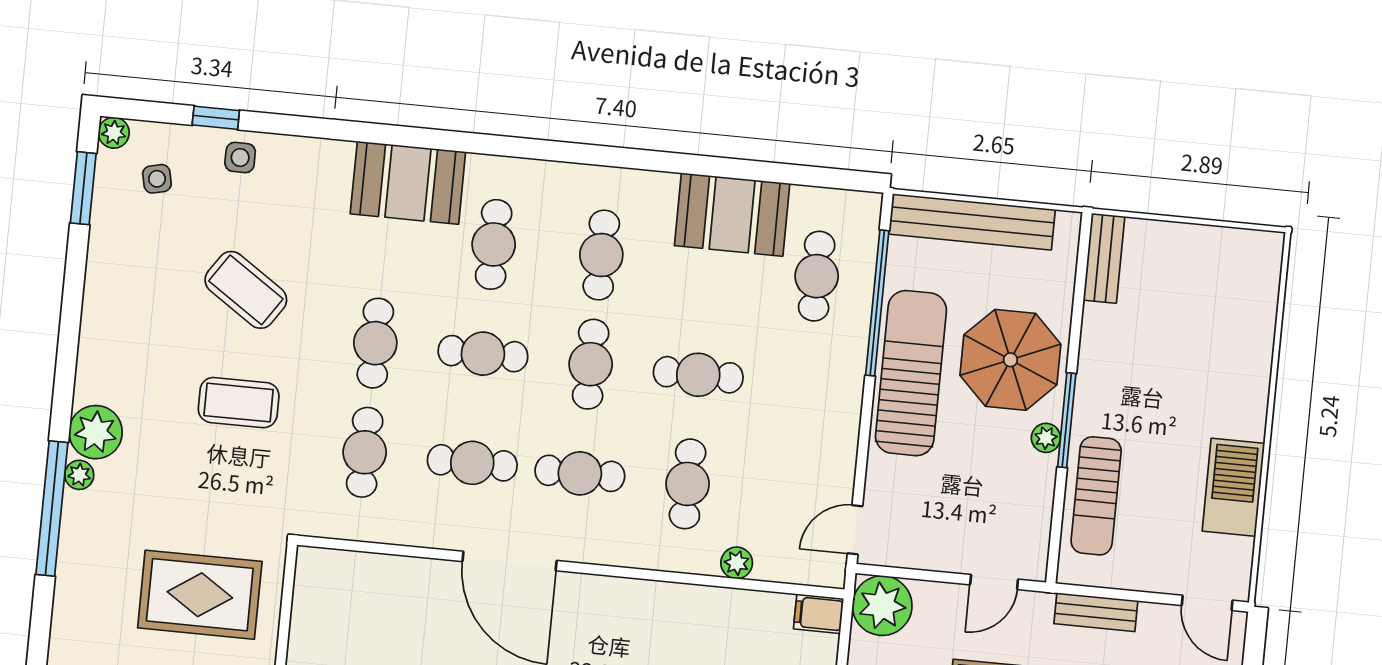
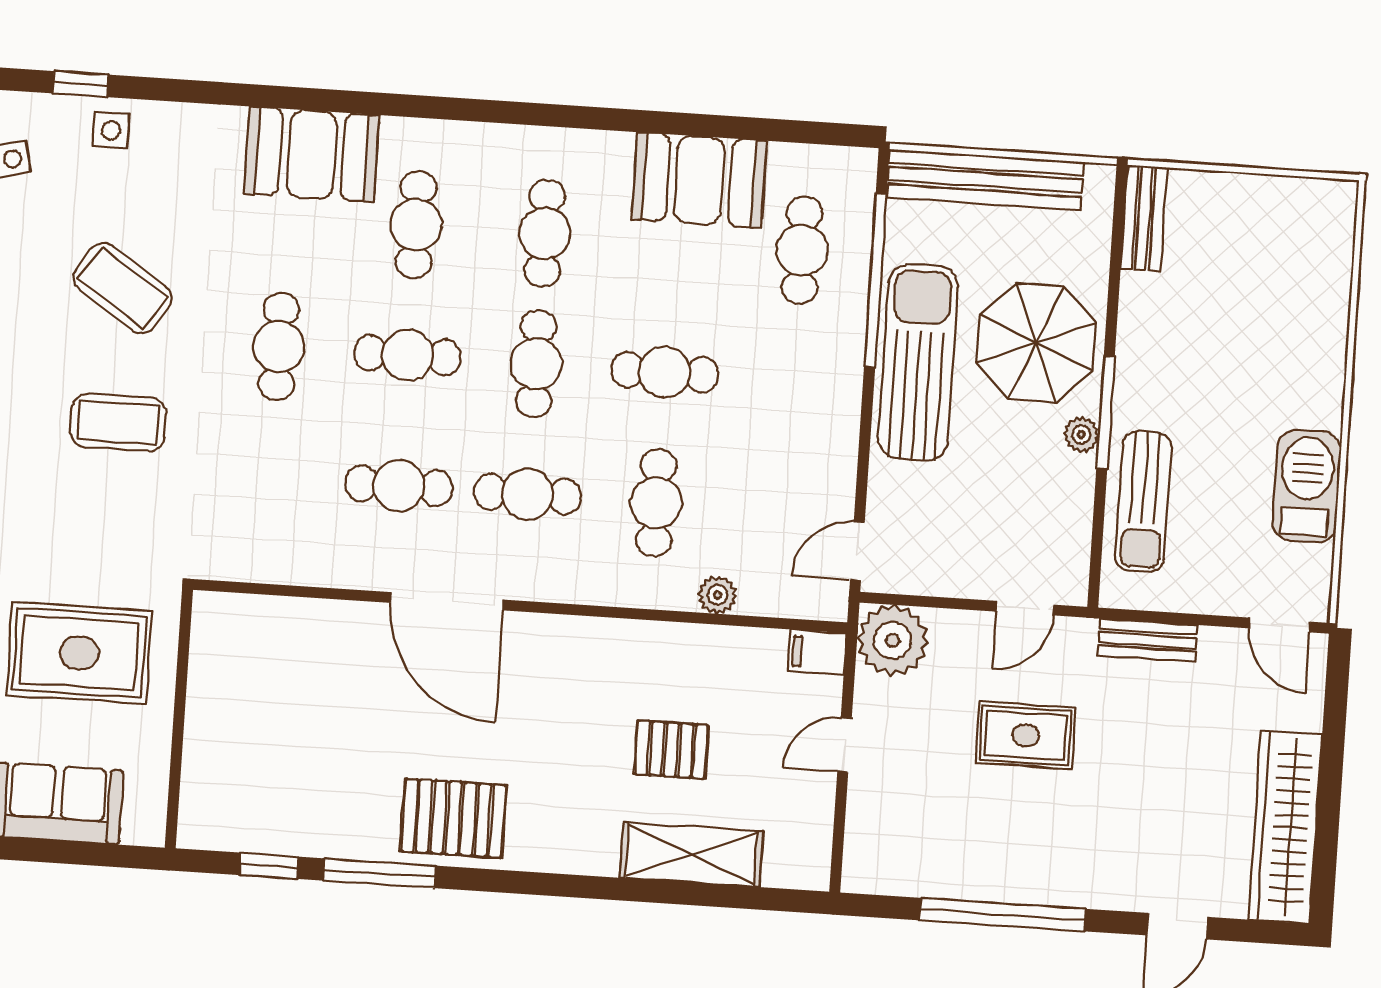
cafe table: (365, 452) -> (270, 477), removed

